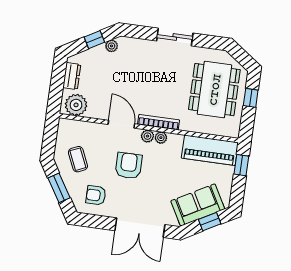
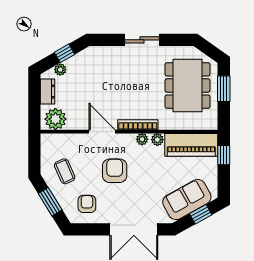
plant: (112, 46) -> (60, 70), moved
window: (251, 98) -> (224, 89), width x1.50
plant: (147, 136) -> (157, 140), moved
armchair: (96, 195) -> (87, 204), turned 90

